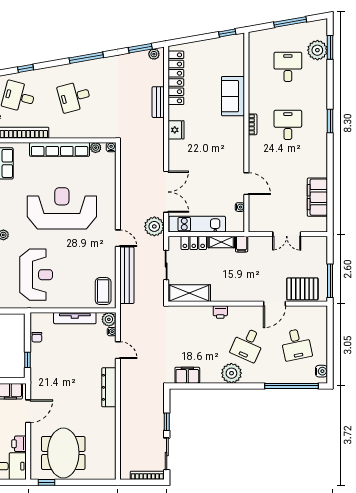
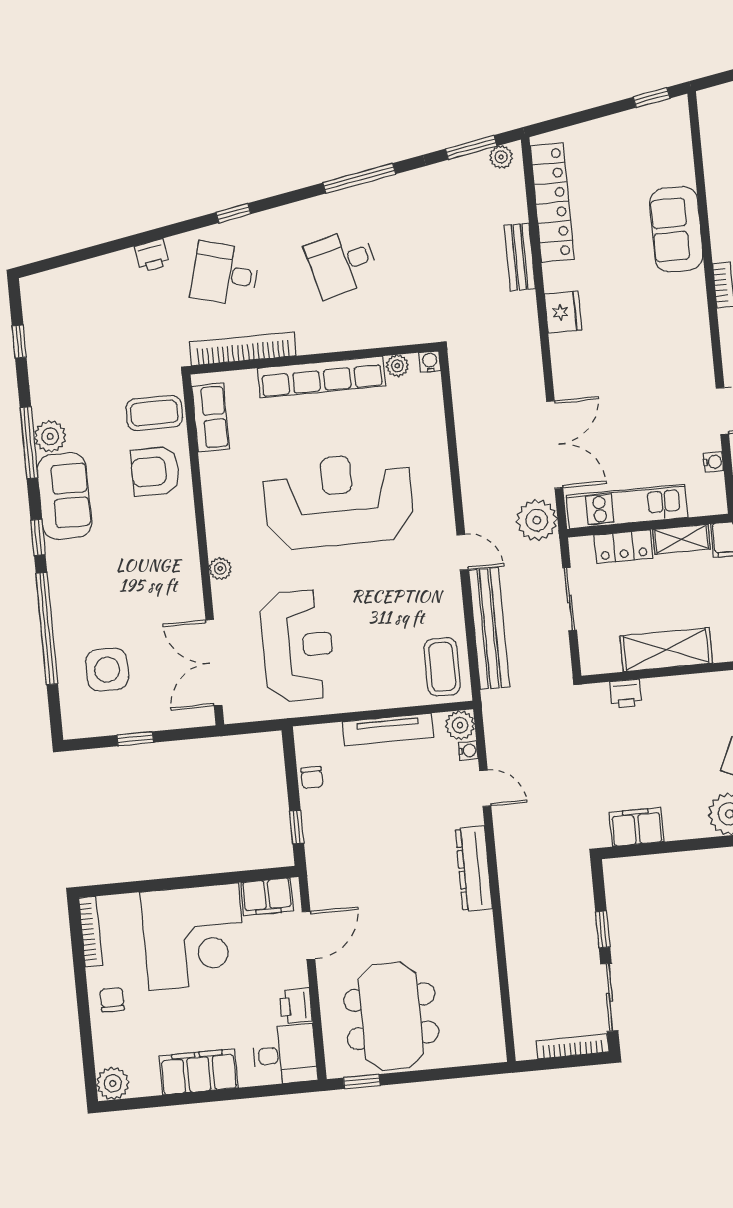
shelving: (189, 293) -> (666, 650), moved
printer: (220, 312) -> (626, 694), moved

